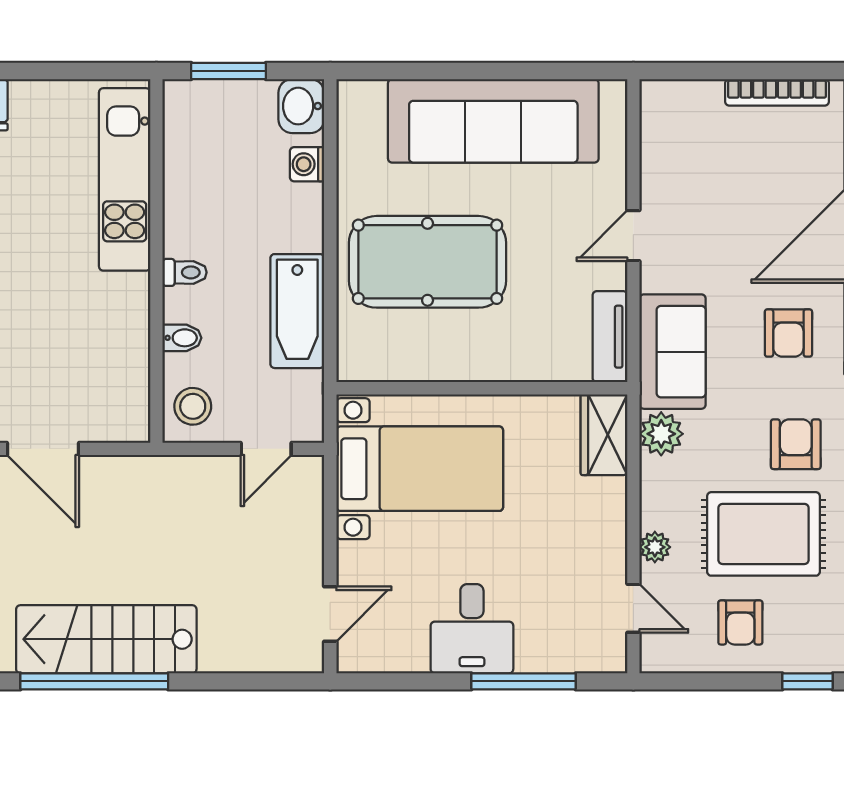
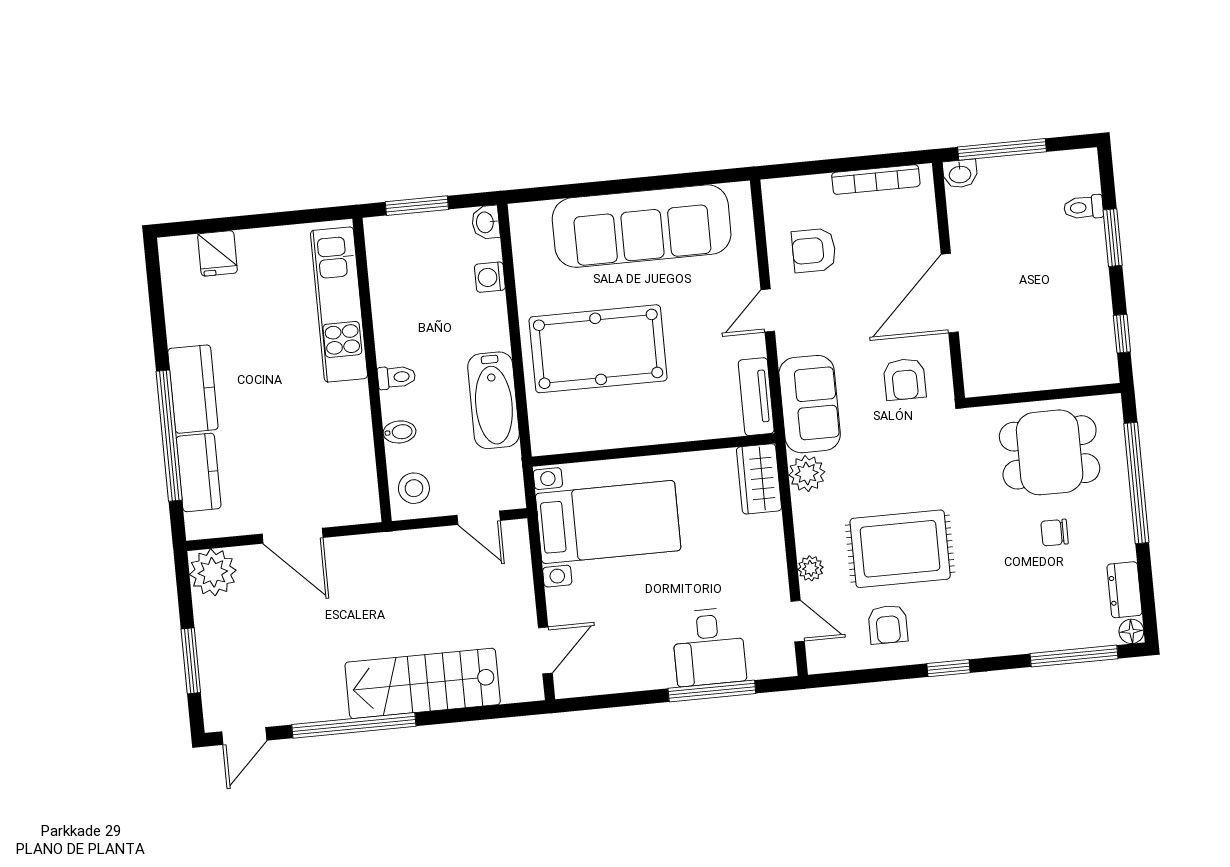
washbasin: (301, 106) -> (486, 222), width x0.72, depth x0.69
armchair: (796, 444) -> (814, 250), moved, turned -90
door: (266, 449) -> (479, 518), hinge flipped
desk: (472, 629) -> (709, 647), moved
stairs: (106, 639) -> (423, 683), moved

